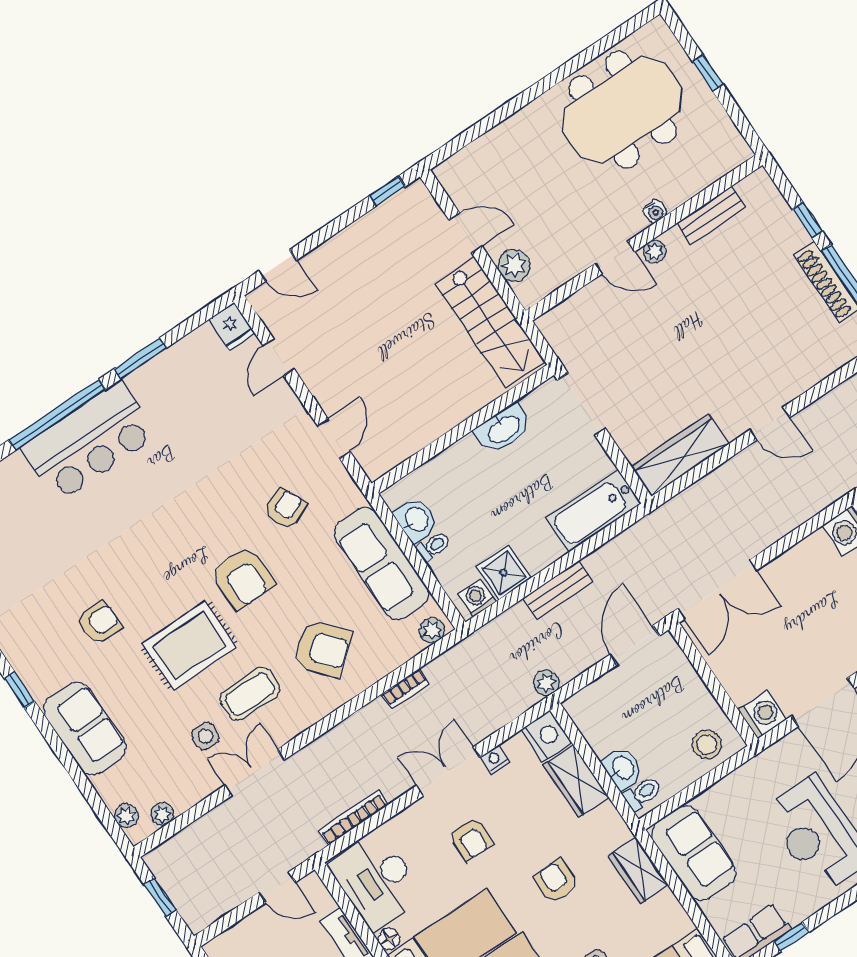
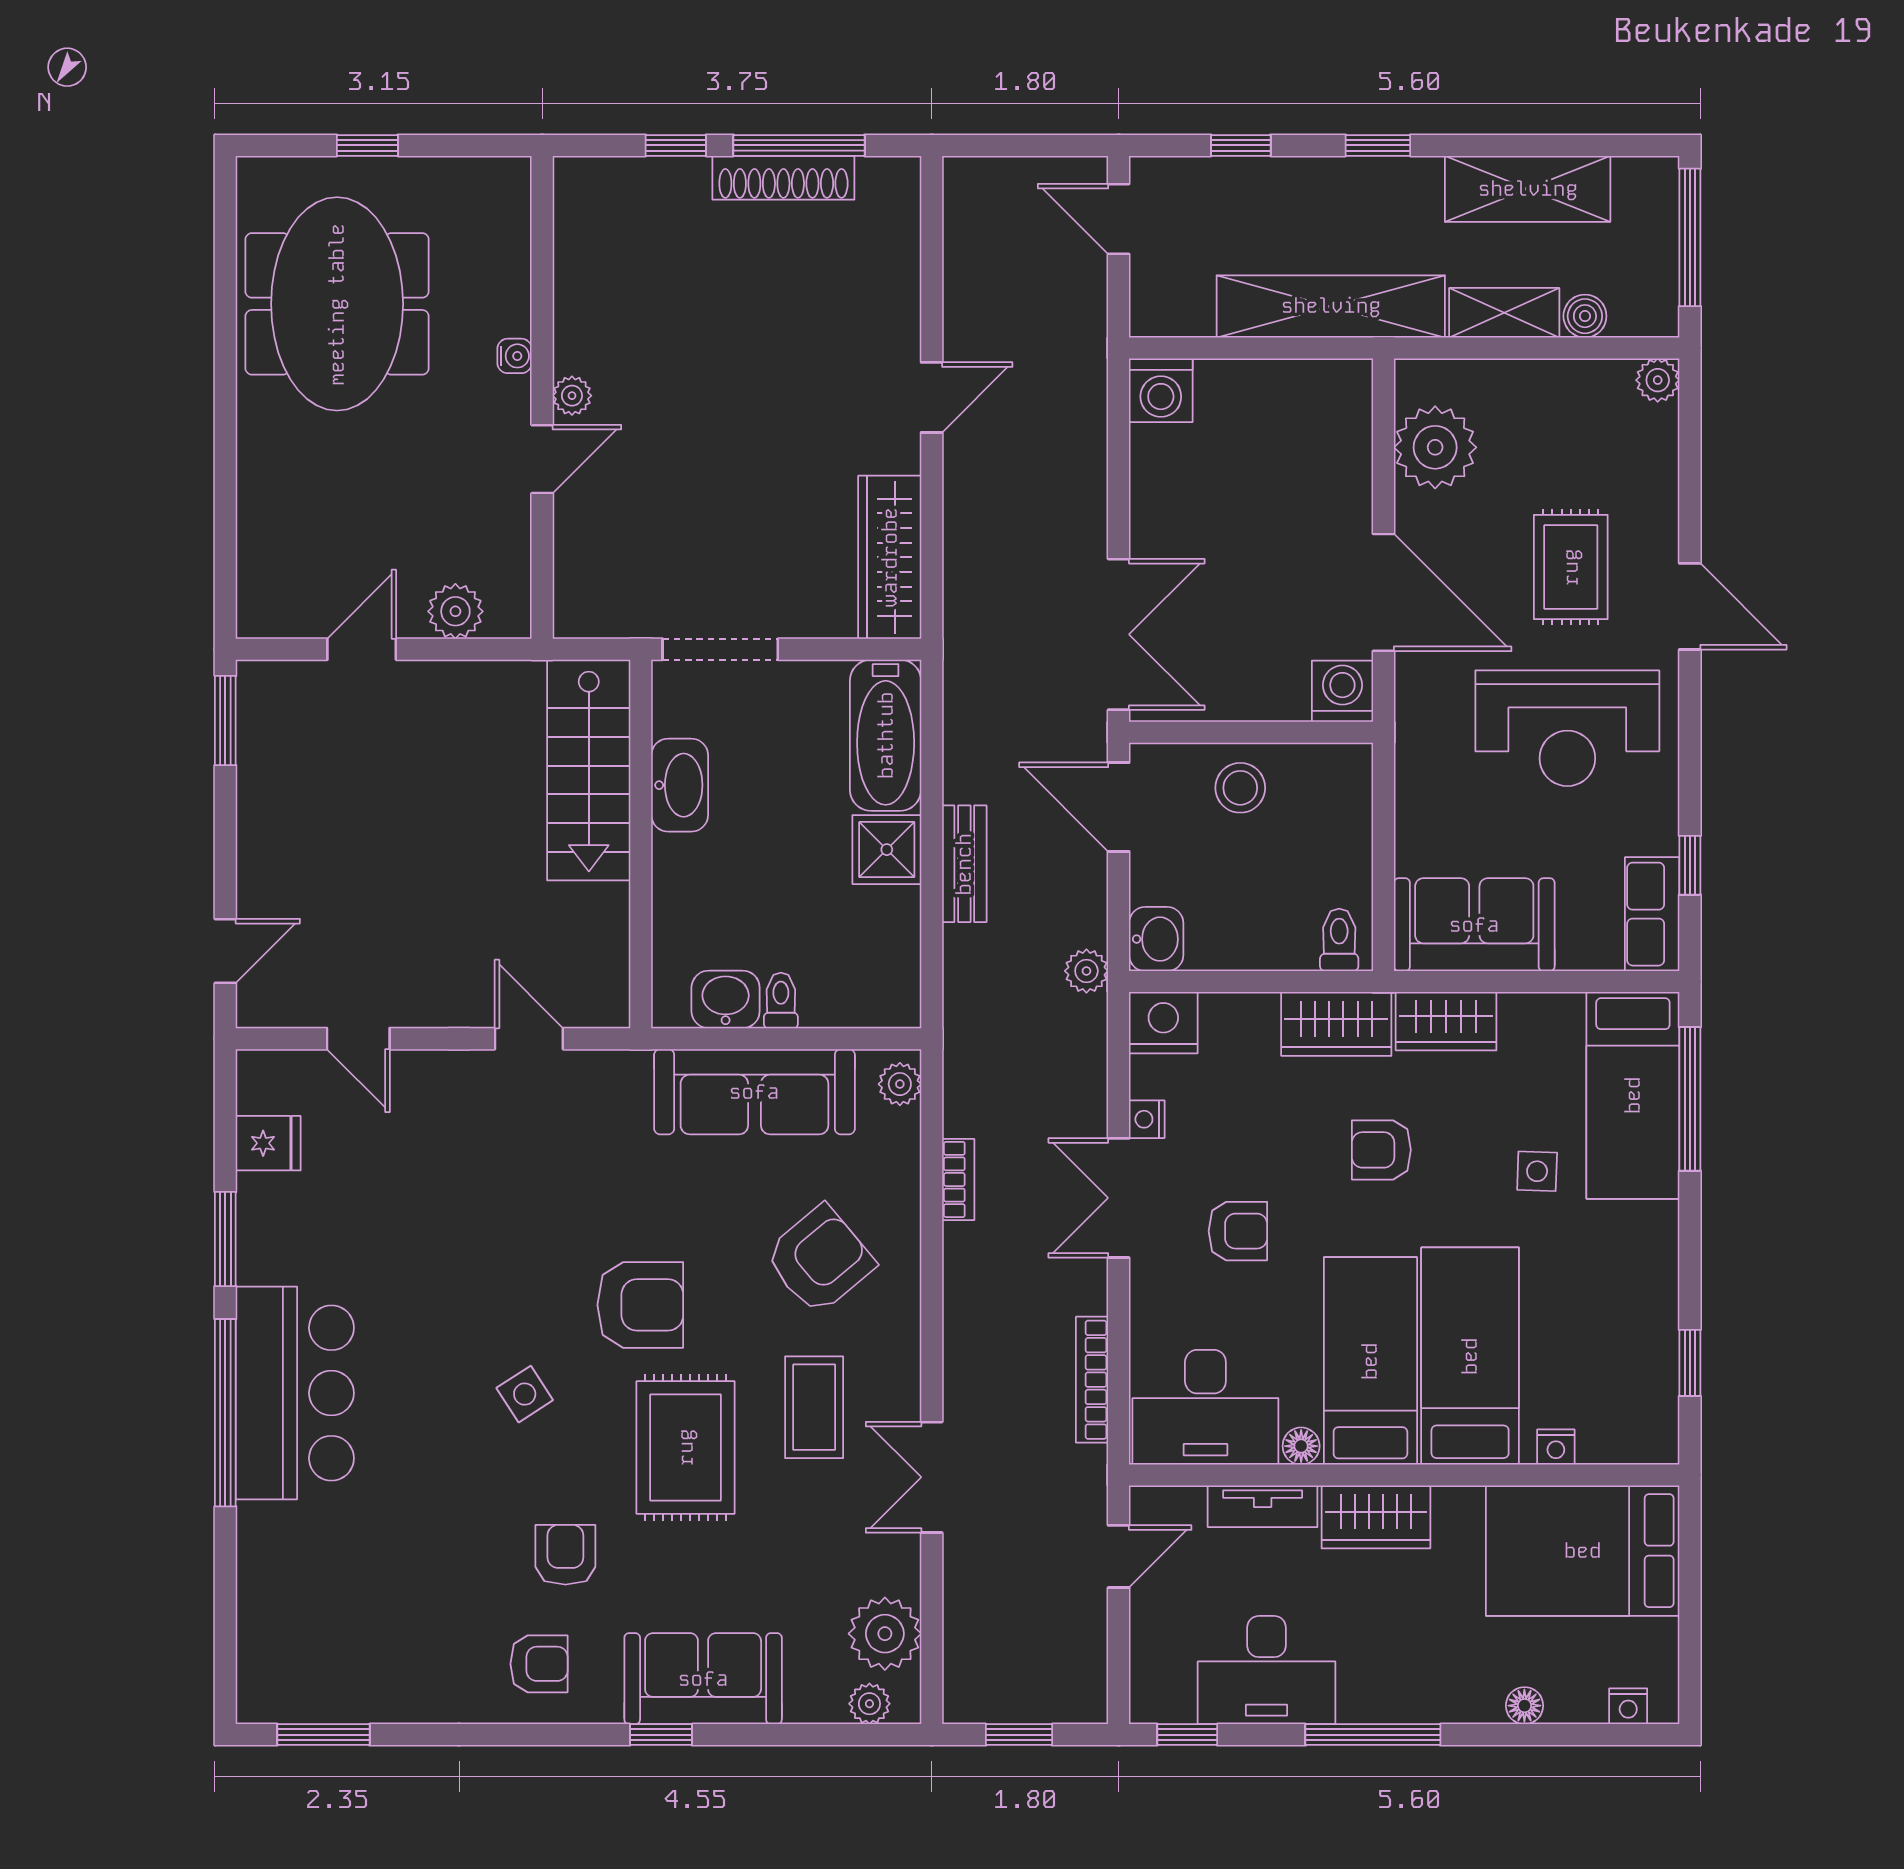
window: (388, 191) -> (225, 720), width x1.50
bench: (711, 215) -> (575, 279), removed
stairs: (490, 322) -> (589, 770), moved, turned 90
fridge: (232, 326) -> (268, 1143), moved
armchair: (285, 509) -> (539, 1664), moved, turned 114
shower: (504, 573) -> (887, 850), moved
washing machine: (477, 598) -> (897, 988), removed
window: (20, 690) -> (661, 1735), moved
side table: (205, 736) -> (525, 1394), moved, turned -33
stool: (707, 744) -> (1240, 788), moved
washbasin: (623, 768) -> (1156, 939), moved, turned 90
wardrobe: (576, 781) -> (1336, 1024), moved
plant: (162, 814) -> (885, 1634), width x1.87, depth x1.87

